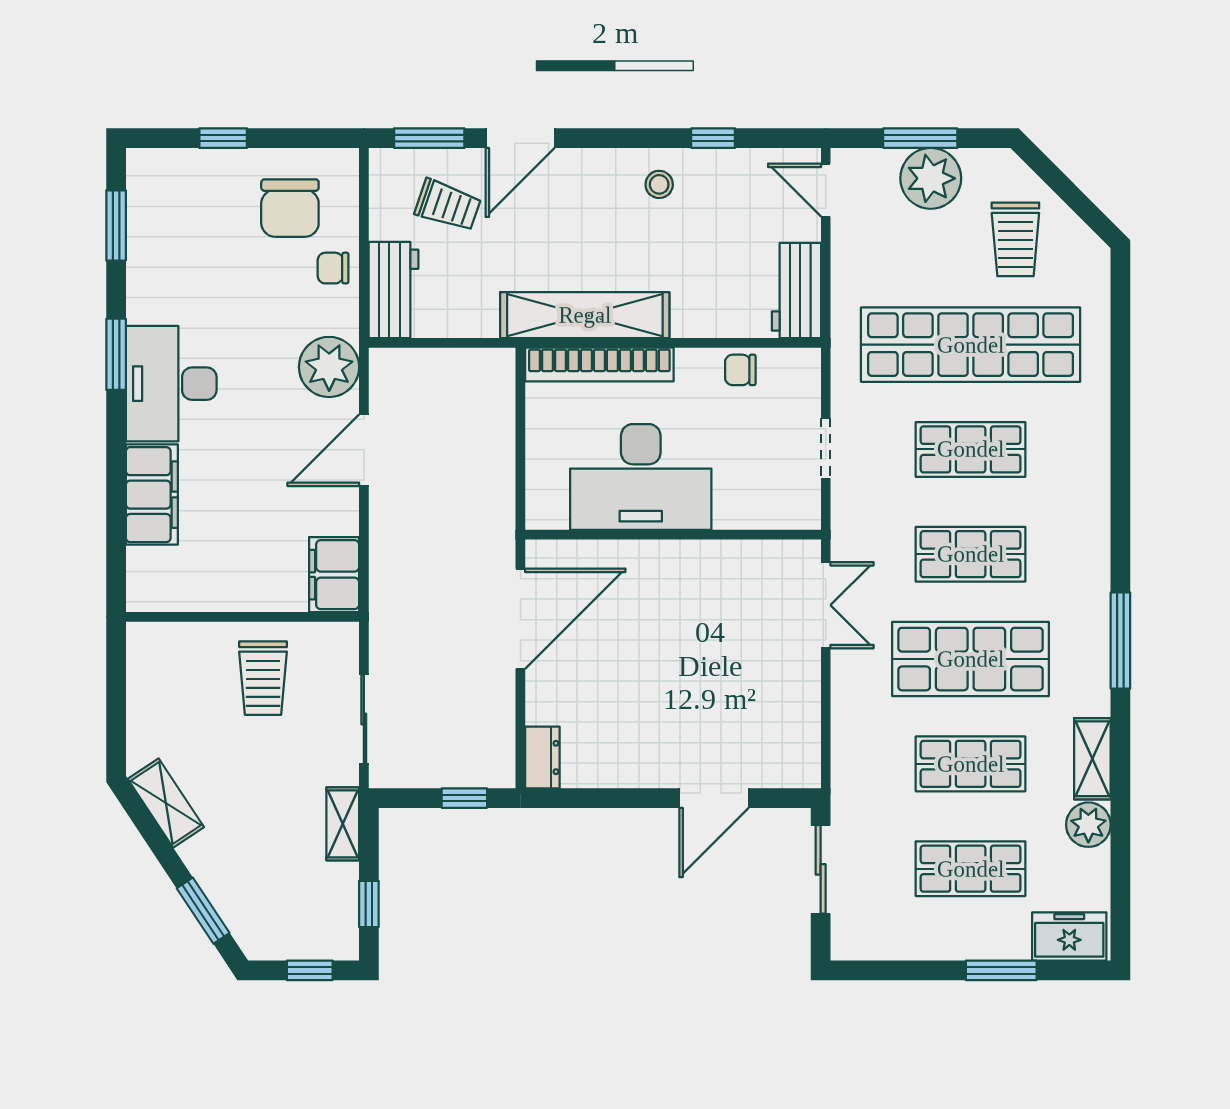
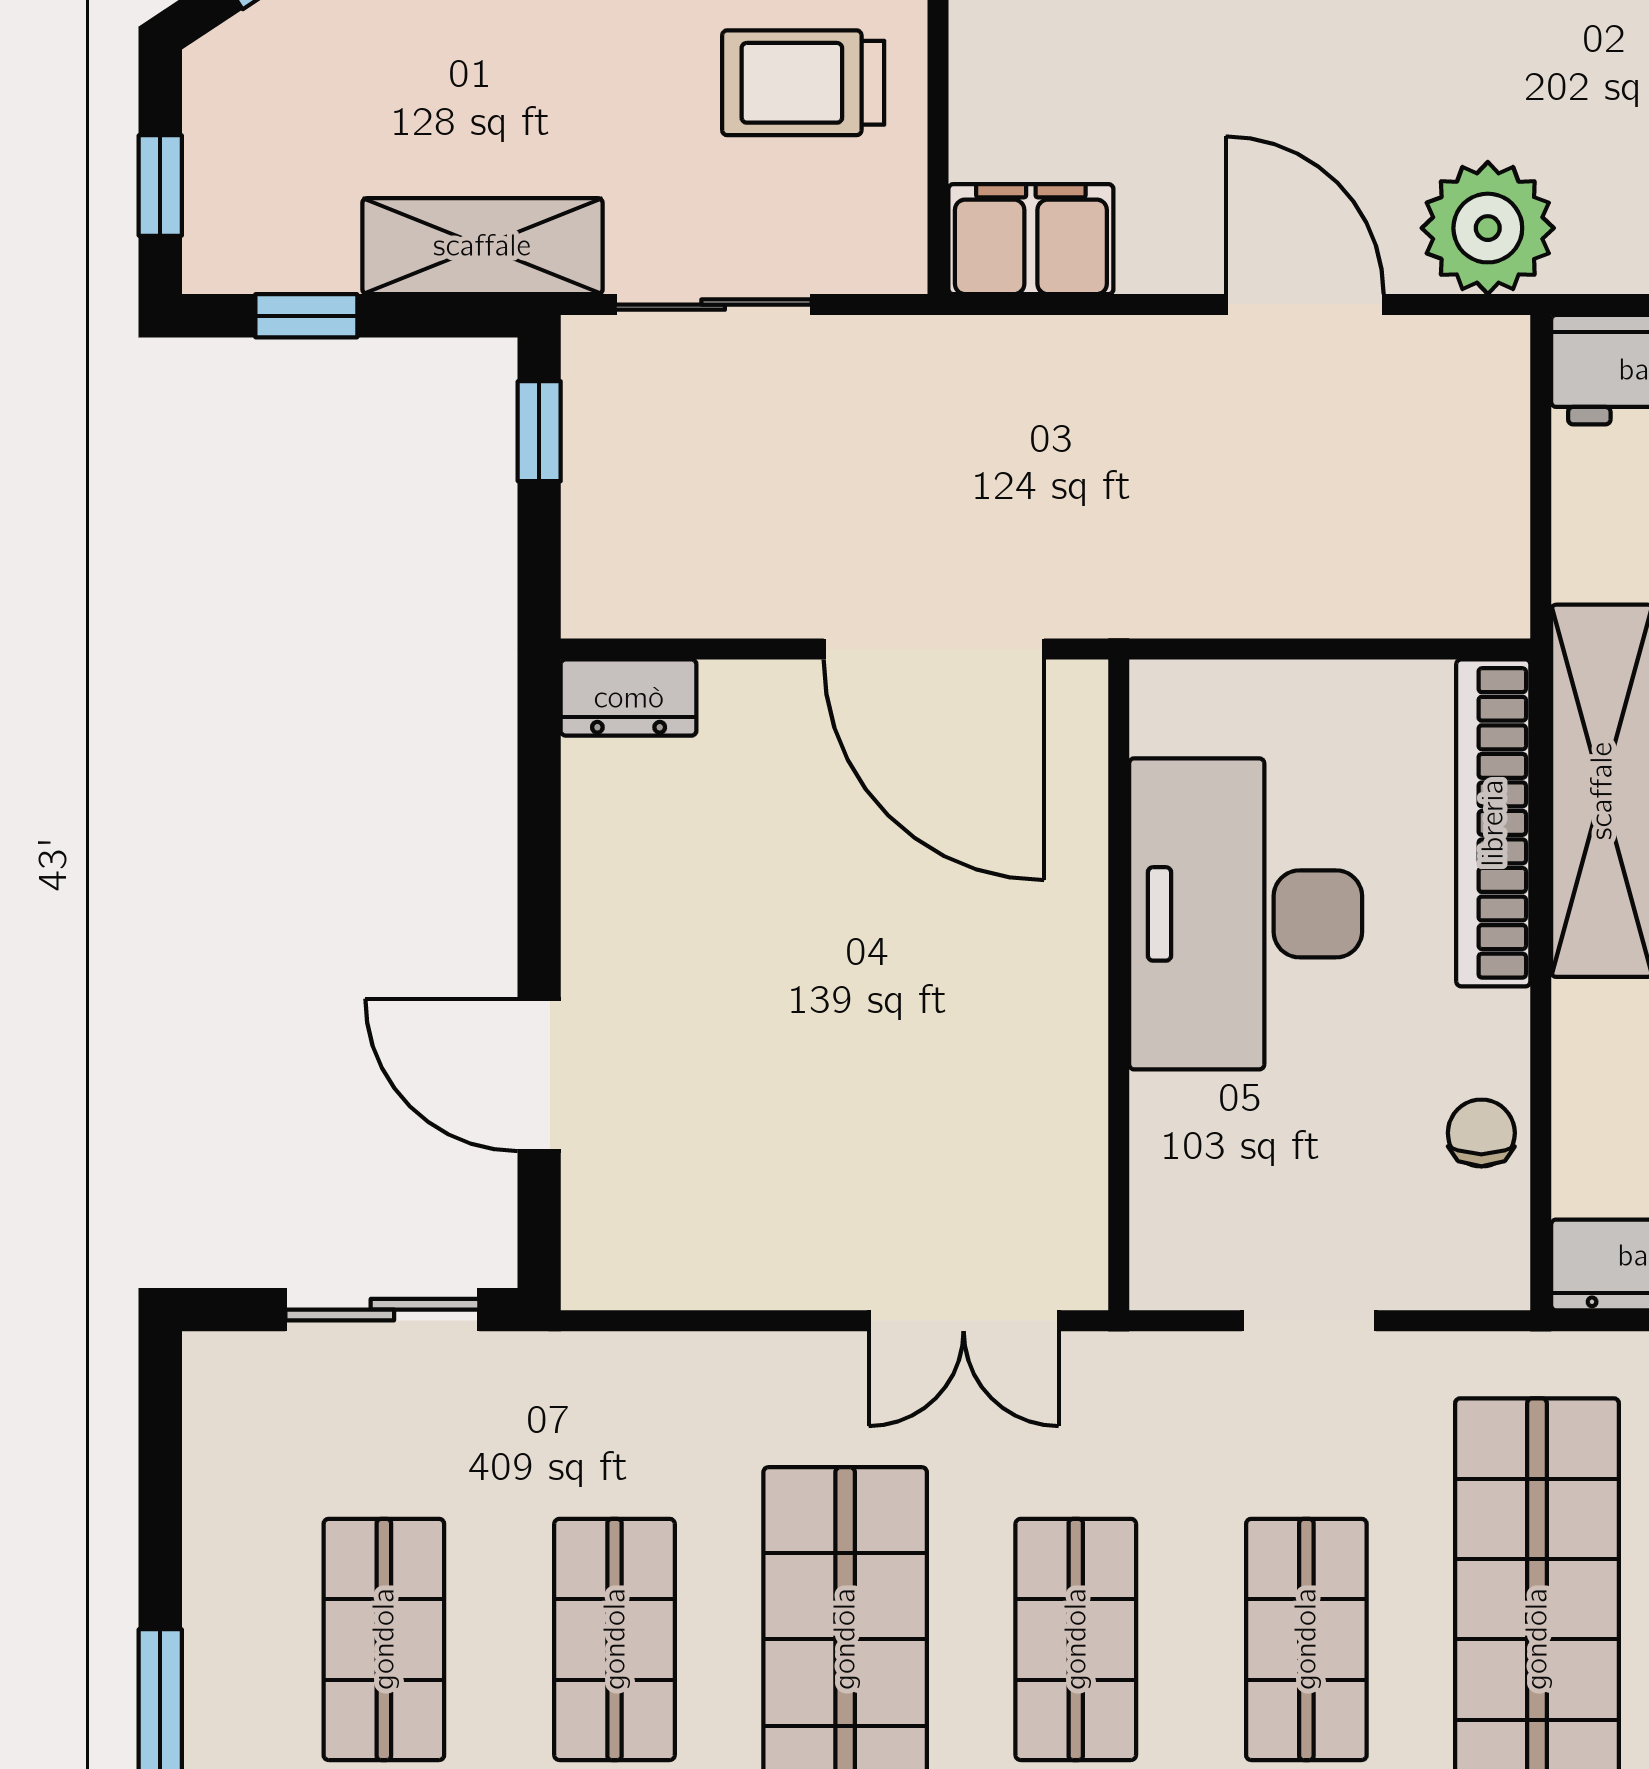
window: (464, 798) -> (539, 431), moved
shelving: (343, 824) -> (482, 246), width x1.50, depth x1.33

